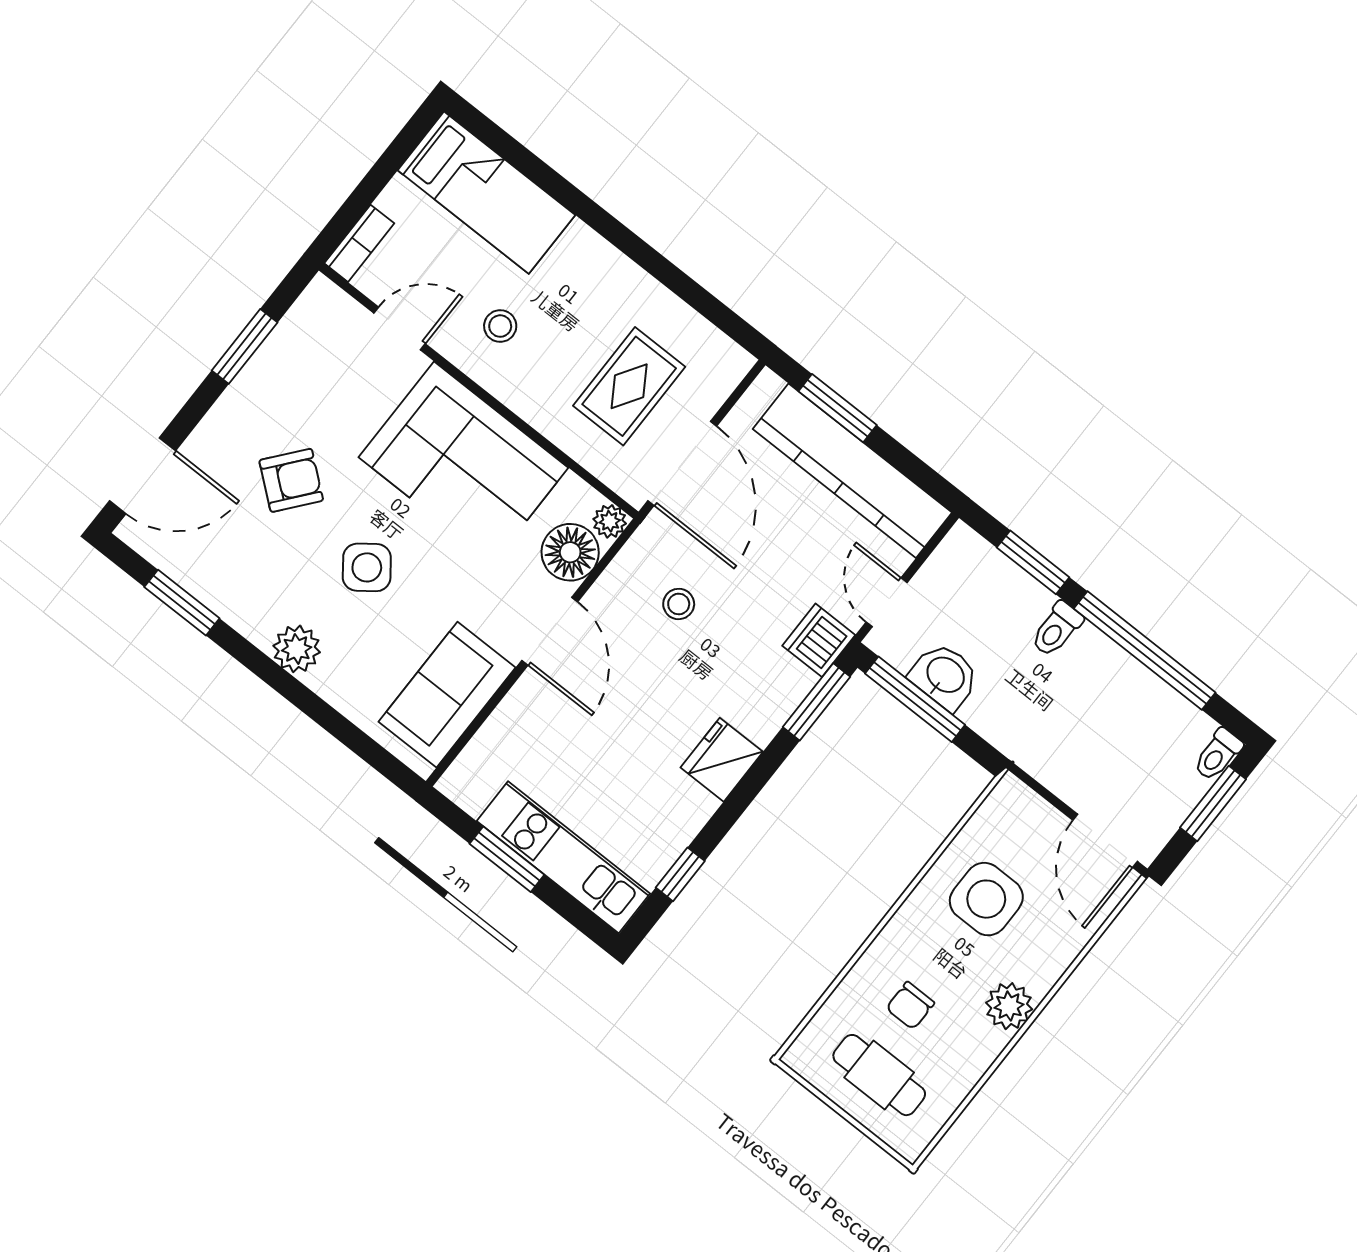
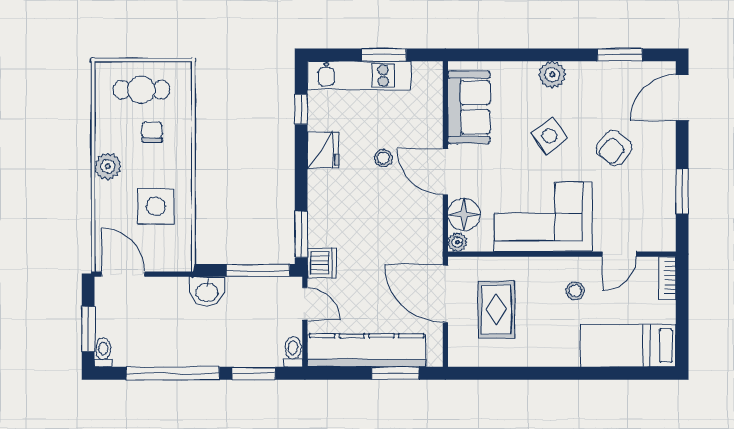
stool: (679, 604) -> (383, 158), moved
toilet: (1057, 629) -> (293, 352), moved
washbasin: (945, 676) -> (207, 291), moved
fridge: (722, 760) -> (323, 150), moved

